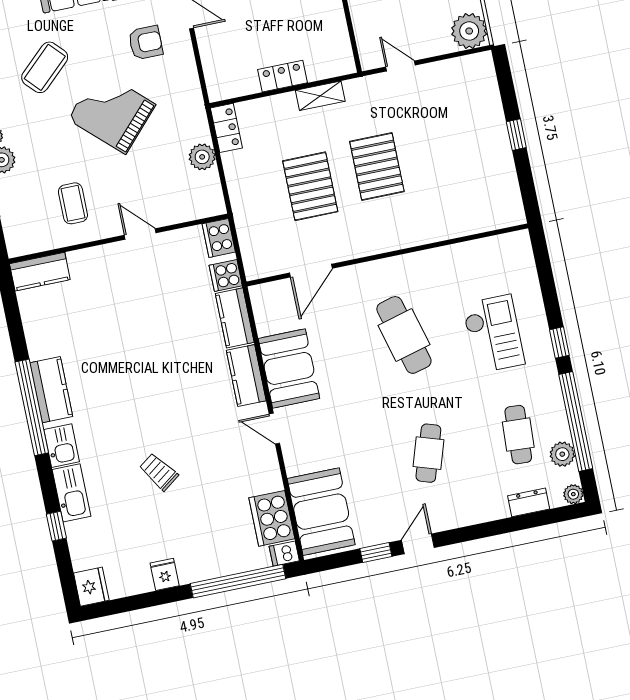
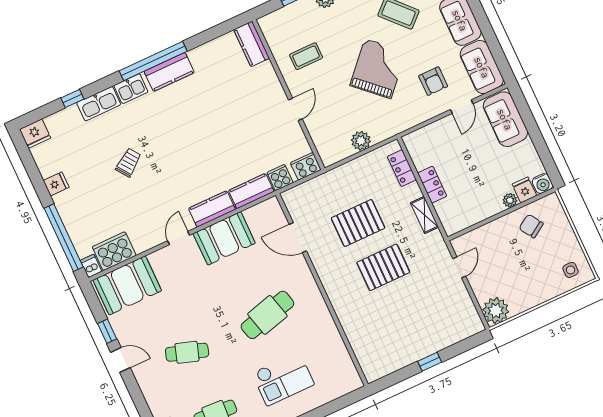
locker: (226, 128) -> (402, 168), moved, turned 90

